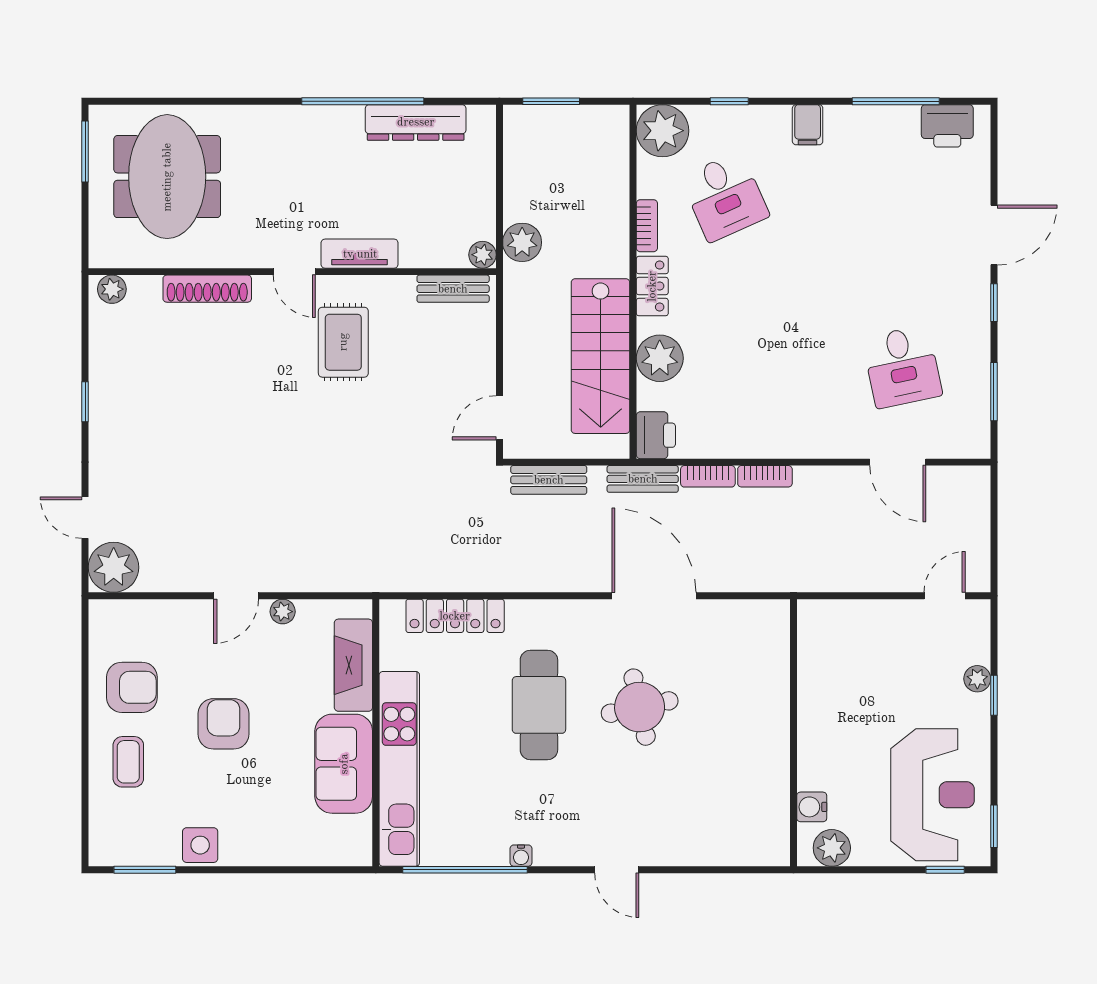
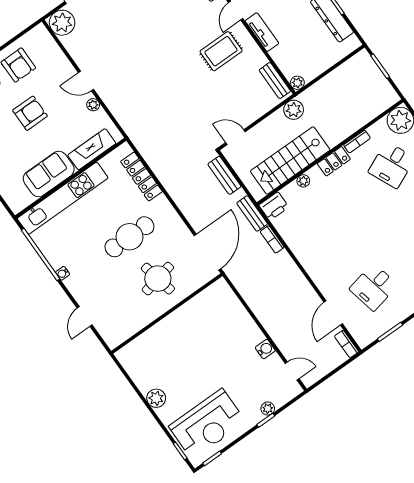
plant: (522, 242) -> (294, 110), moved
plant: (660, 358) -> (303, 181), width x0.53, depth x0.53
bookcase: (765, 476) -> (346, 344), moved
wall: (793, 733) -> (167, 313), moved
water cooler: (812, 807) -> (265, 349), moved, turned 90

